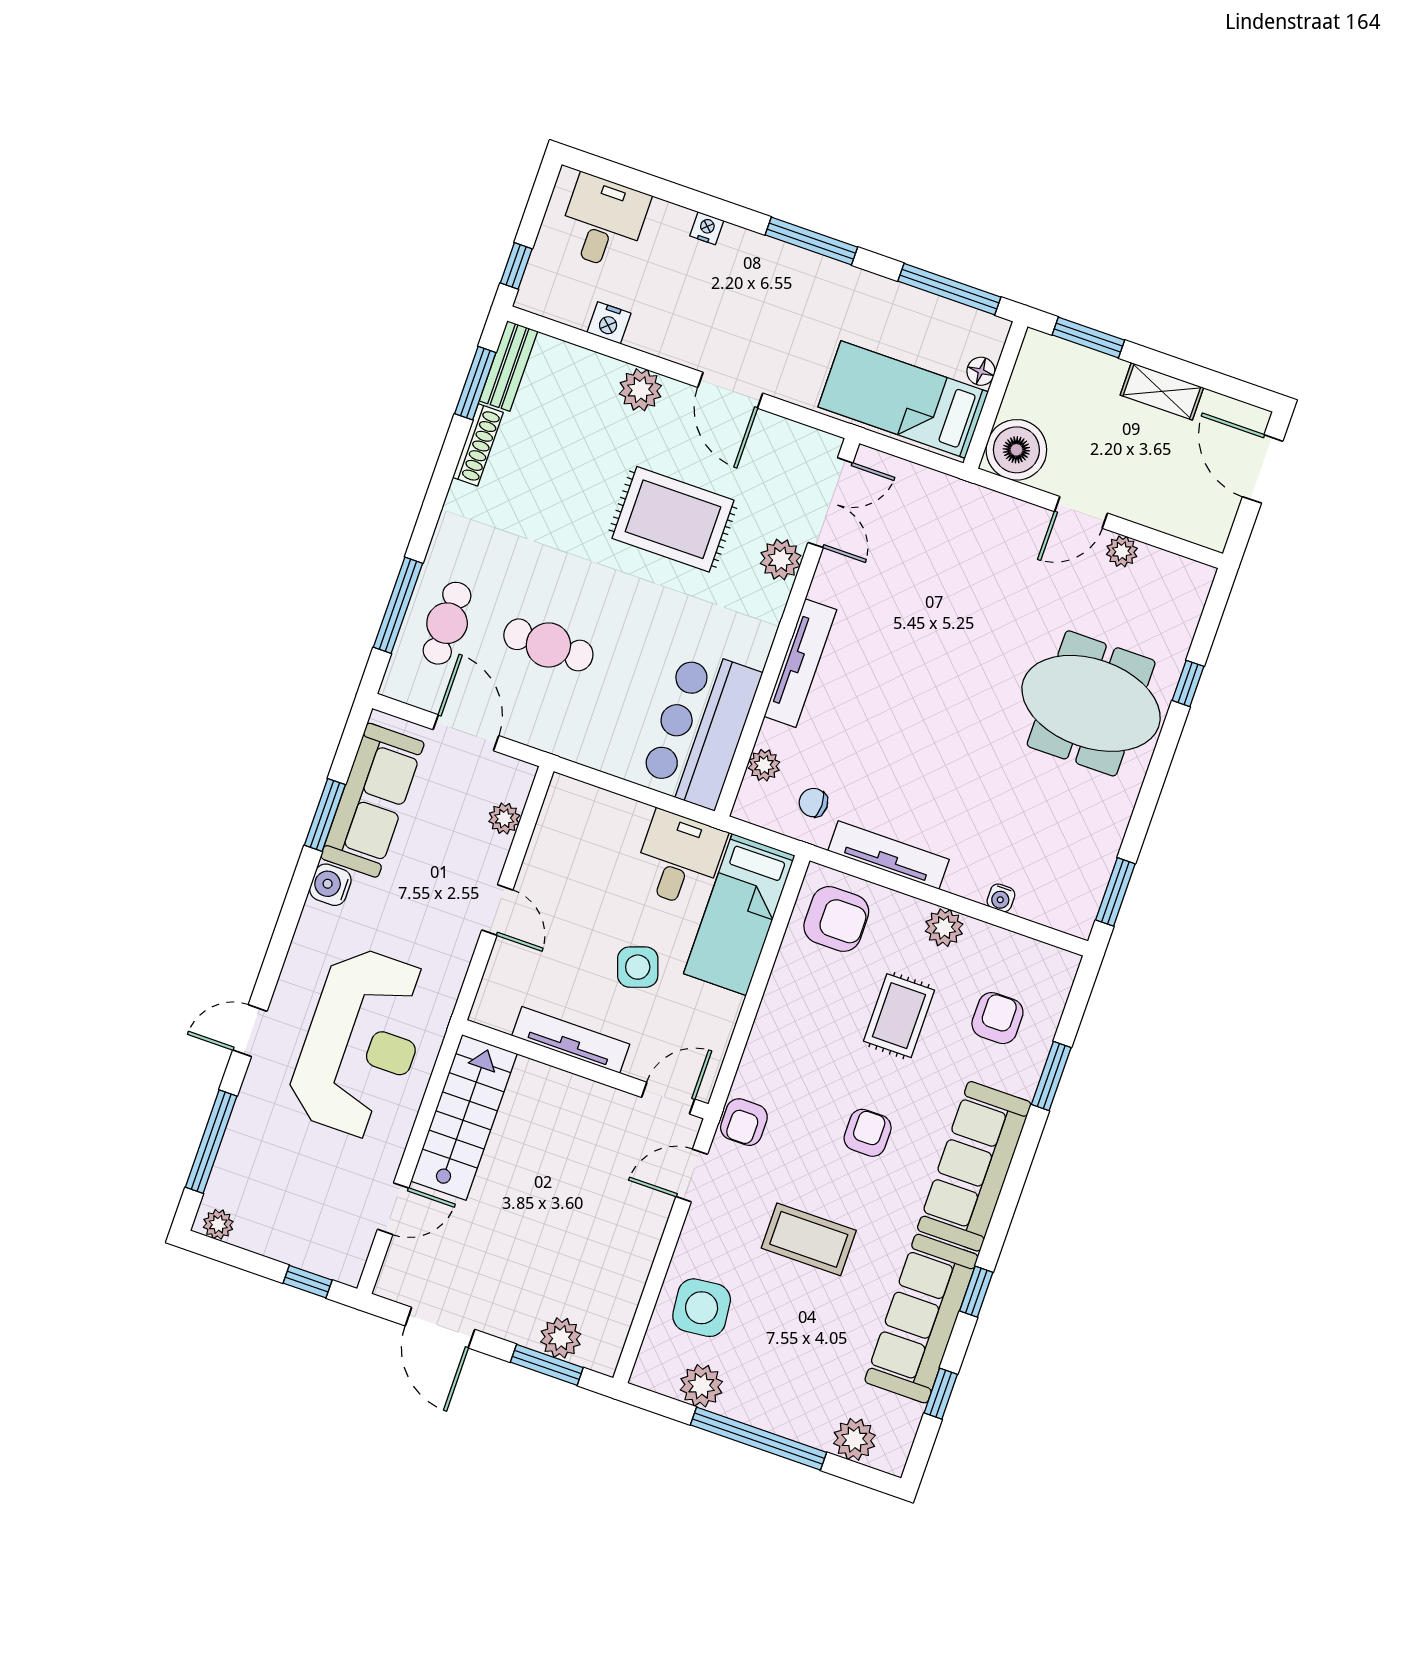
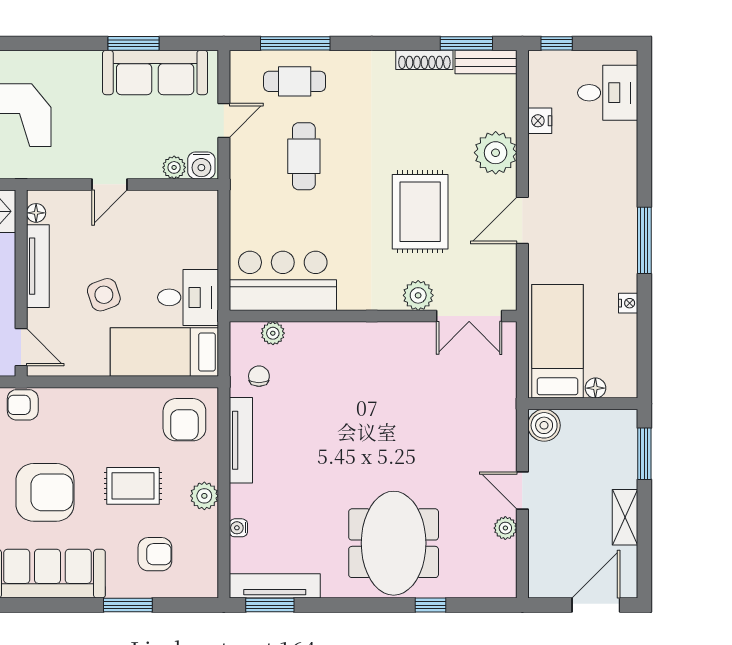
nightstand: (707, 228) -> (628, 303), moved
window: (949, 289) -> (644, 347), removed
plant: (640, 390) -> (496, 153), width x1.36, depth x1.36
boiler: (1016, 450) -> (544, 425), width x0.73, depth x0.73
tv unit: (800, 663) -> (275, 586), moved, turned 180
door: (466, 733) -> (224, 121), width x0.73
water cooler: (330, 885) -> (201, 165), moved, turned 180
floor lamp: (501, 1018) -> (36, 213), added
armchair: (868, 1133) -> (45, 492), width x1.88, depth x1.88

